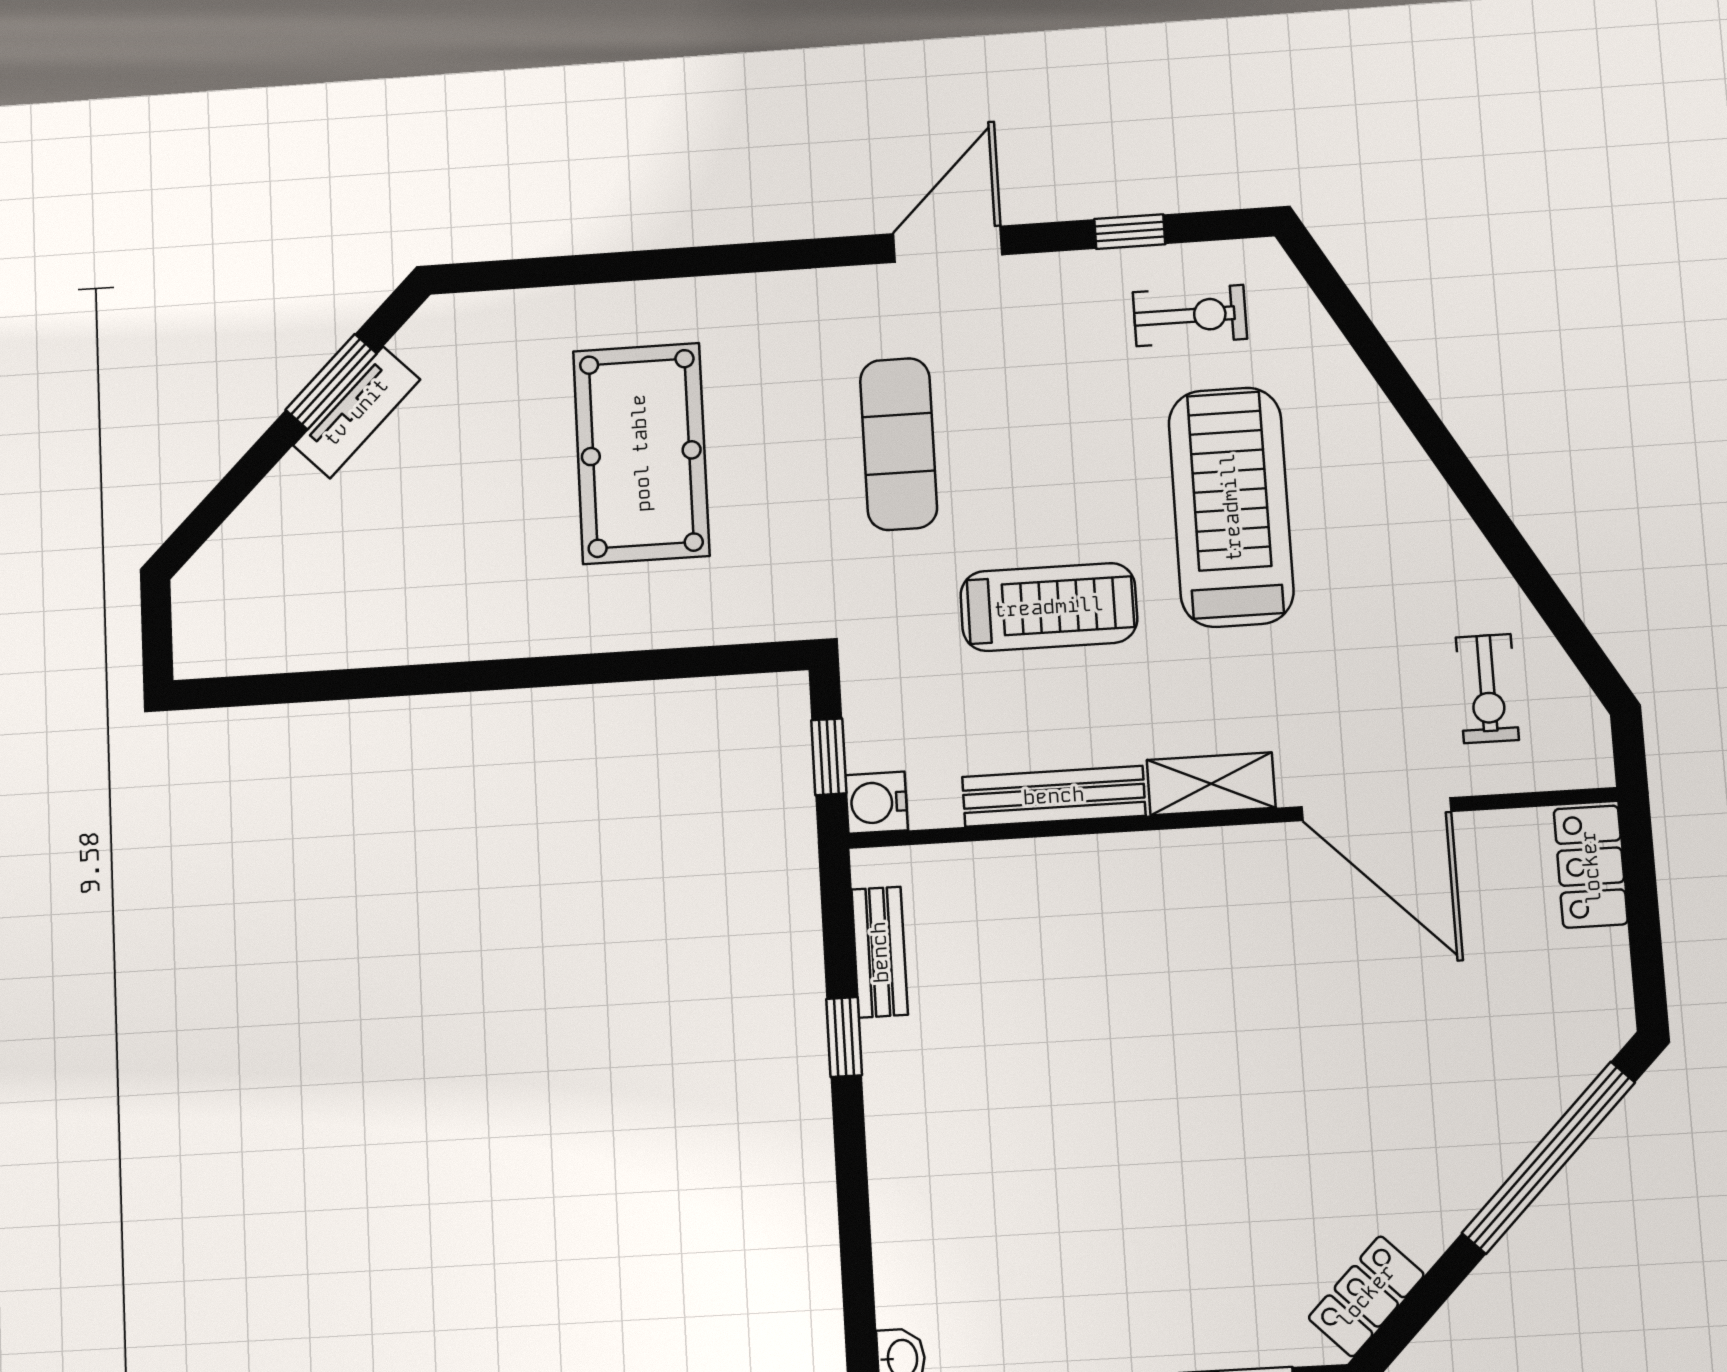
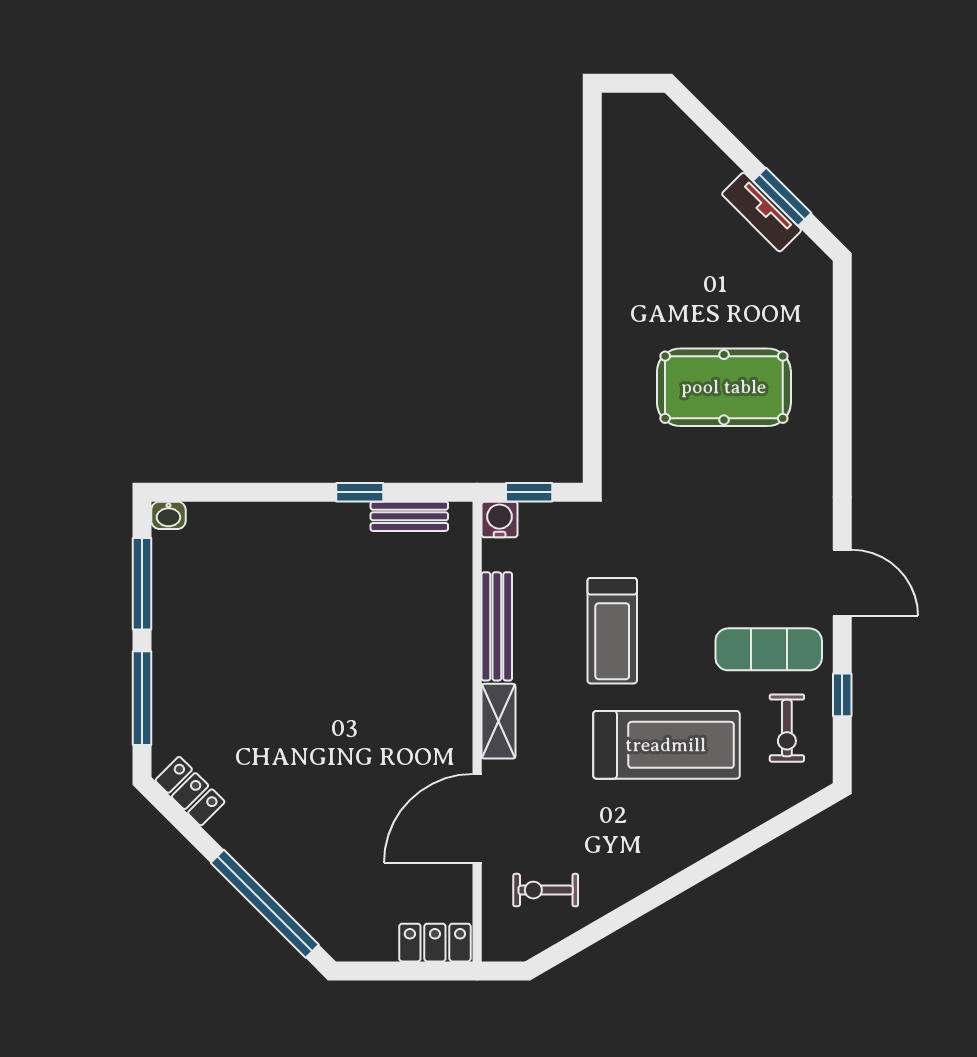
exercise mat: (899, 444) -> (769, 649), moved

